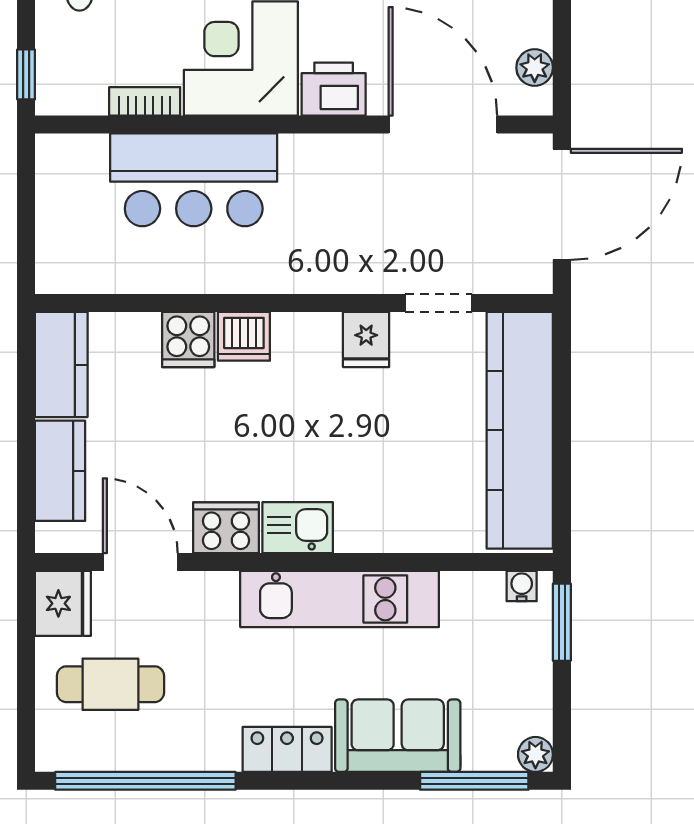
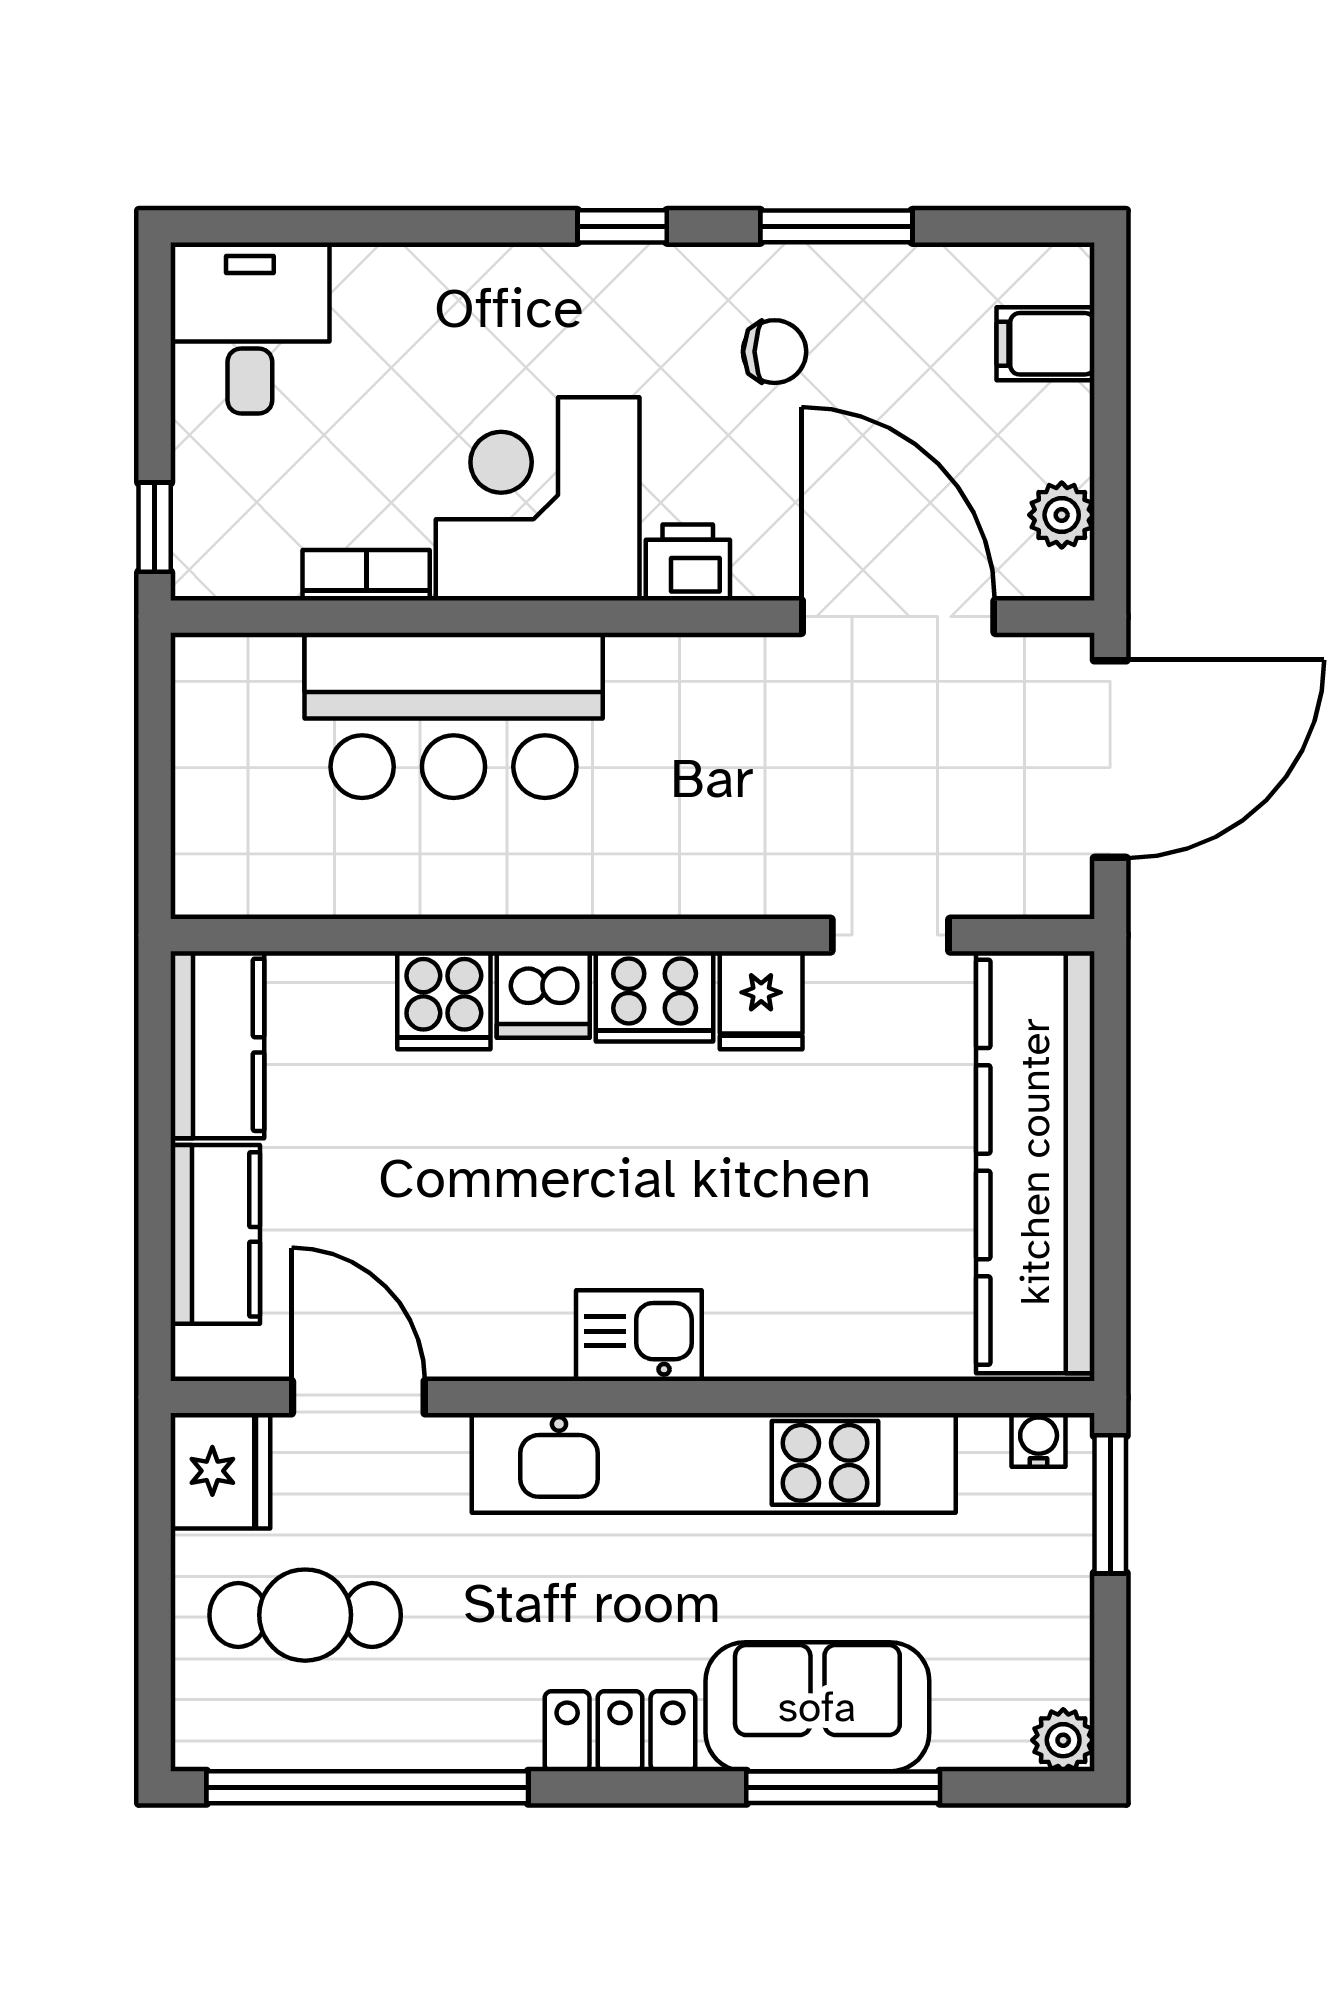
printer: (334, 89) -> (688, 563), width x0.73, depth x0.81
cooker: (226, 528) -> (655, 996), moved, turned 180
kitchen unit: (340, 599) -> (714, 1463), width x1.36
window: (474, 781) -> (843, 1787), moved

